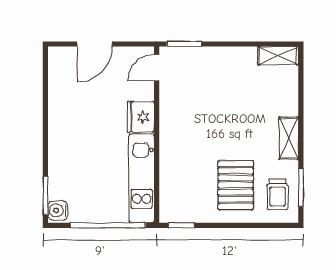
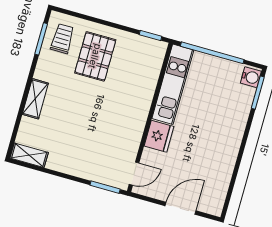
shelving: (289, 138) -> (35, 99), moved

